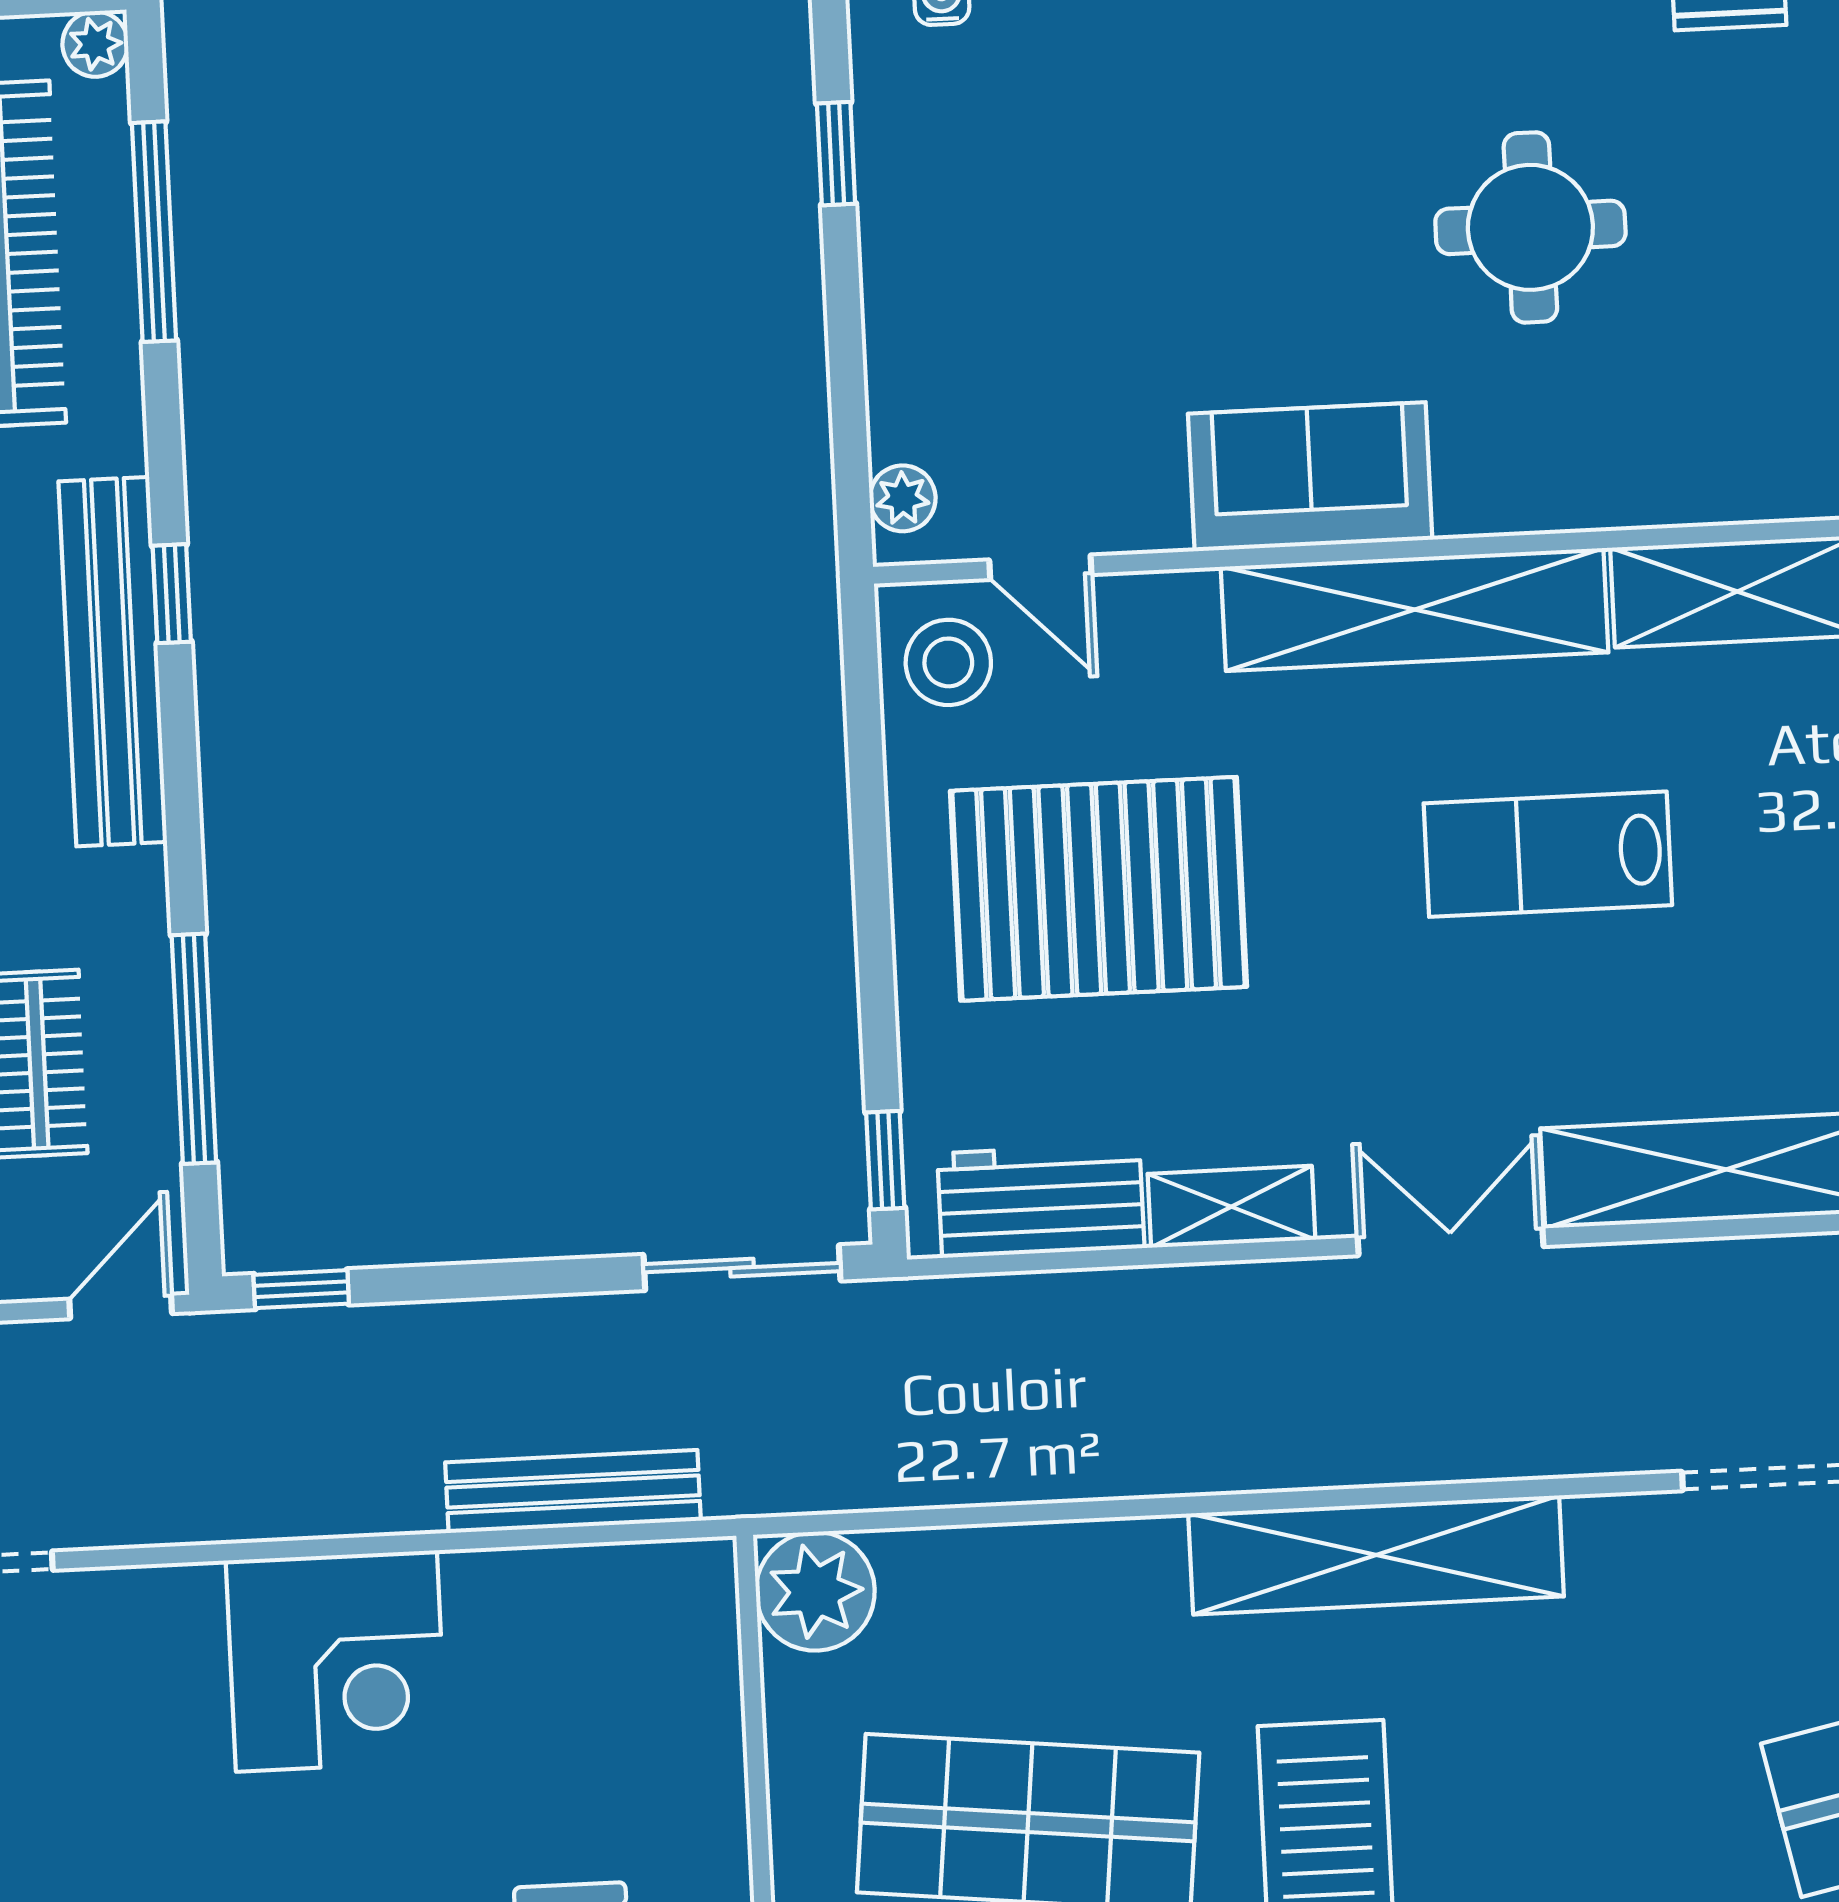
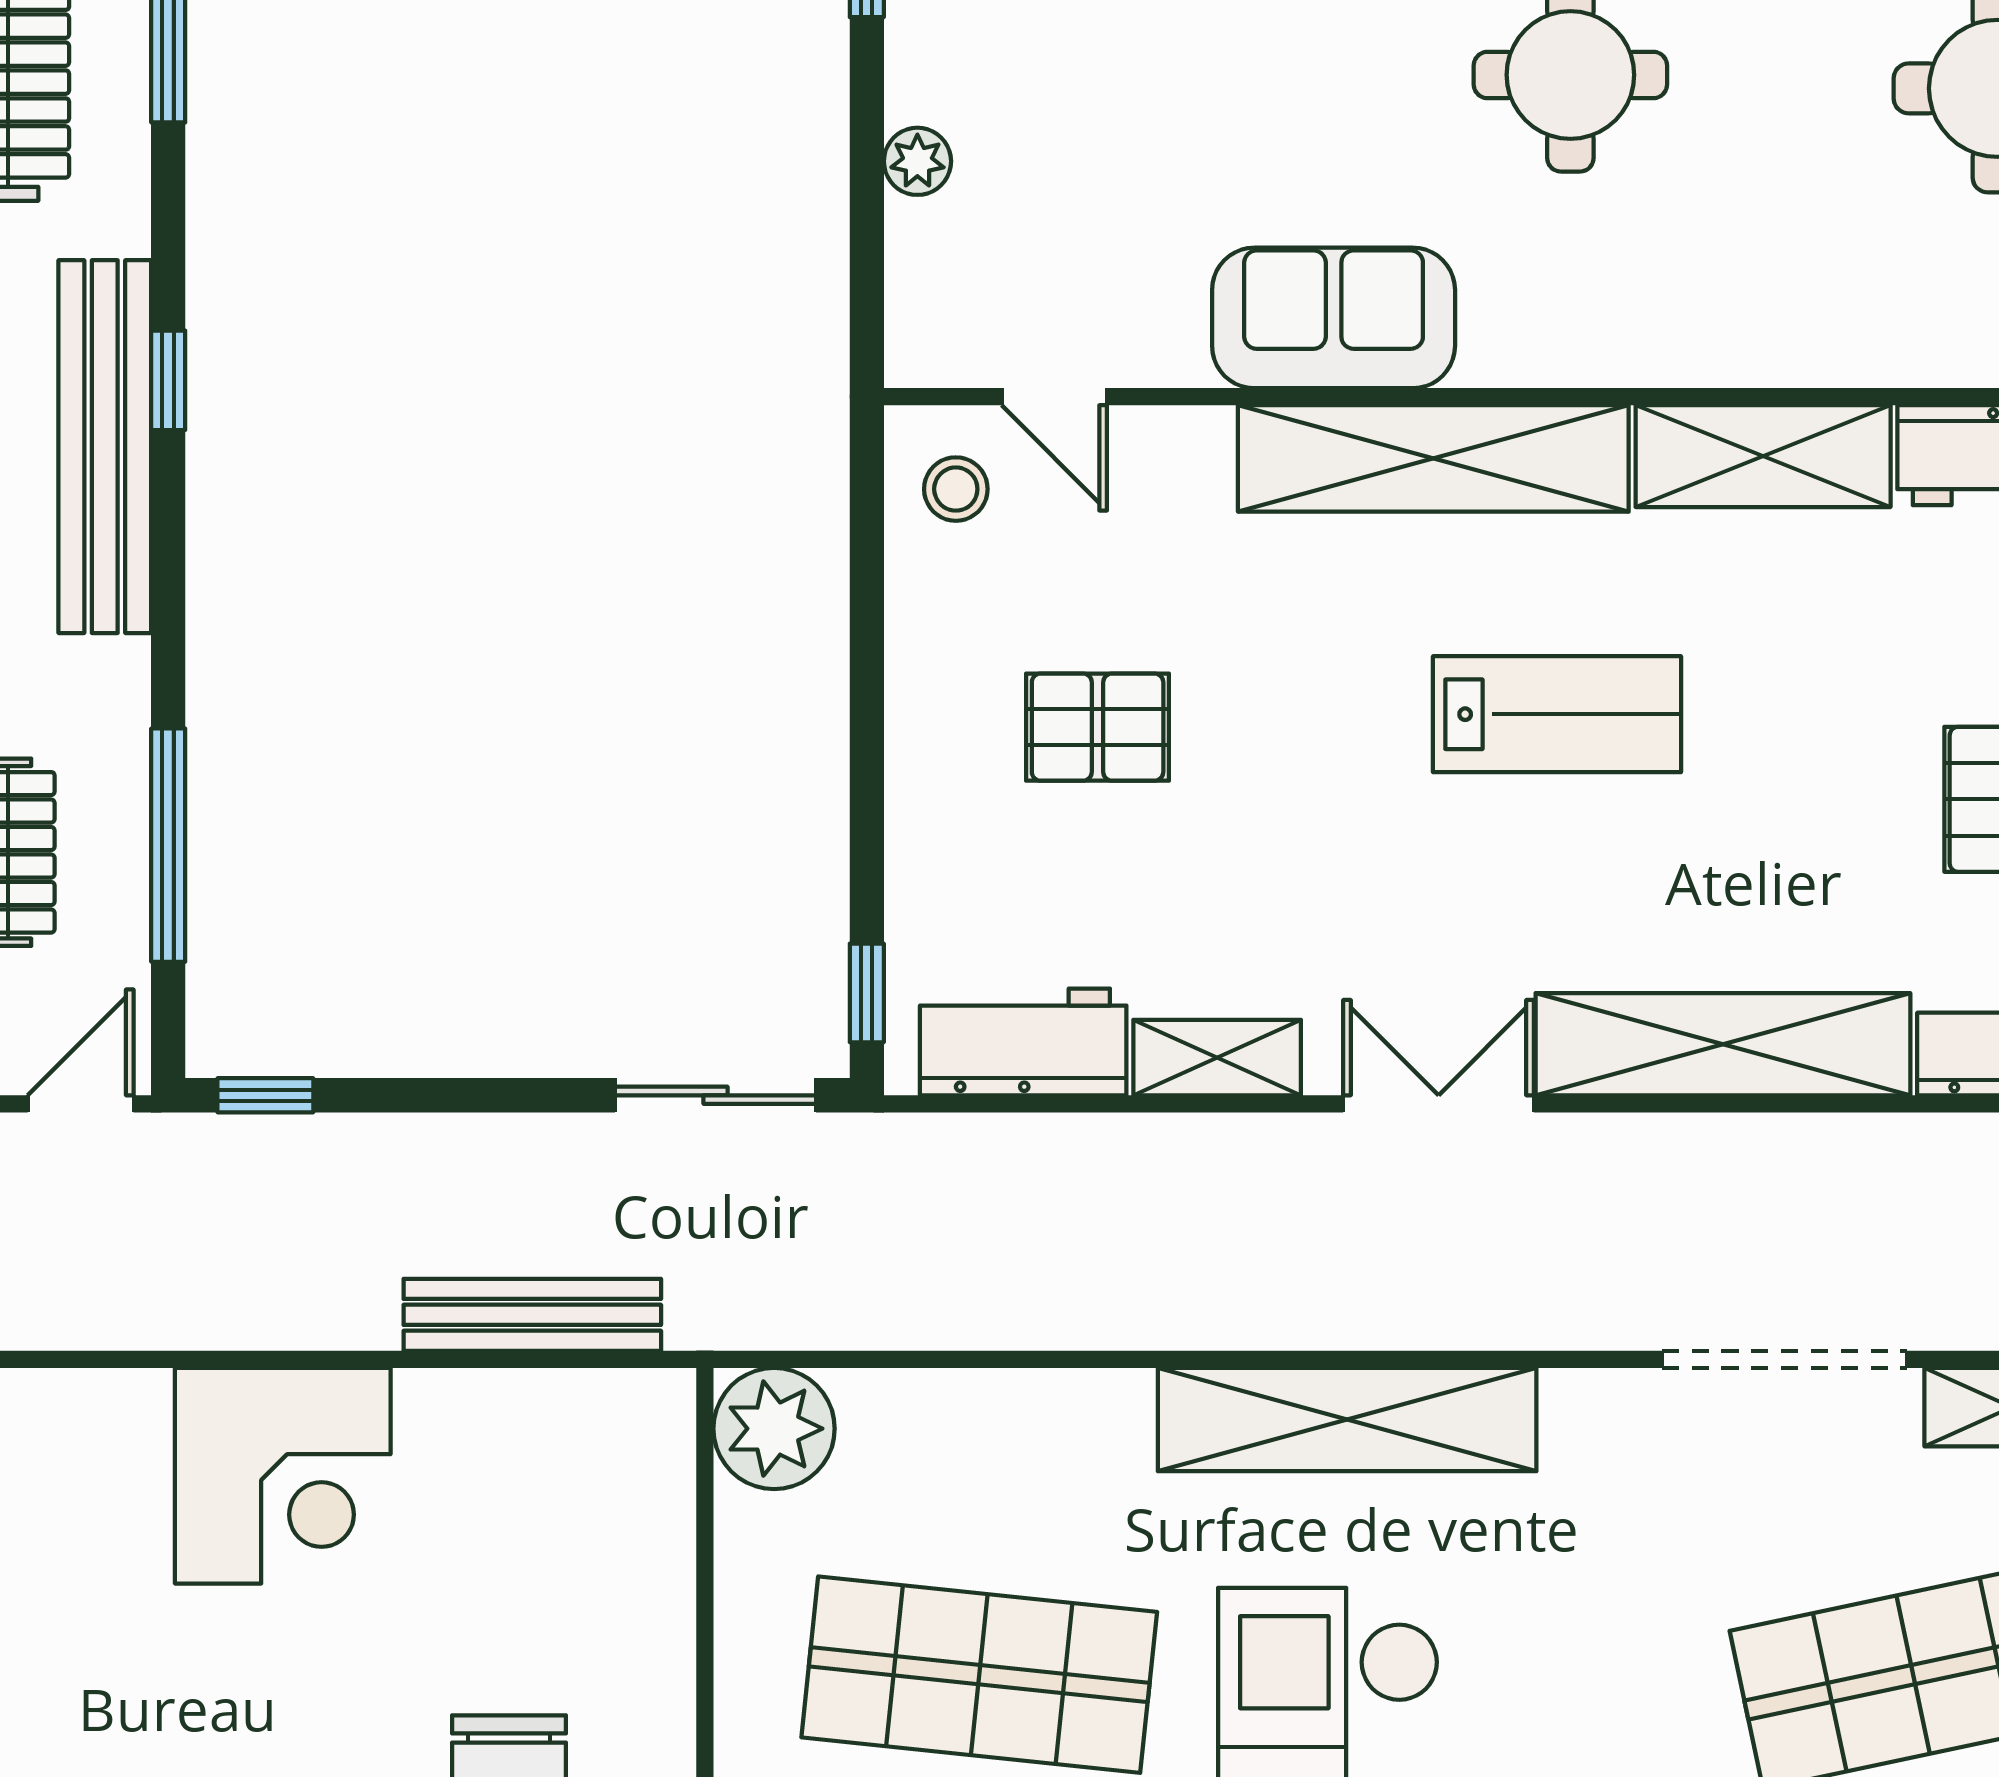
plant: (903, 498) -> (917, 161), moved
stool: (948, 662) -> (956, 489), width x0.73, depth x0.73
lab bench: (1548, 854) -> (1557, 714), turned 180
pallet: (1099, 889) -> (1098, 727), width x0.49, depth x0.50

